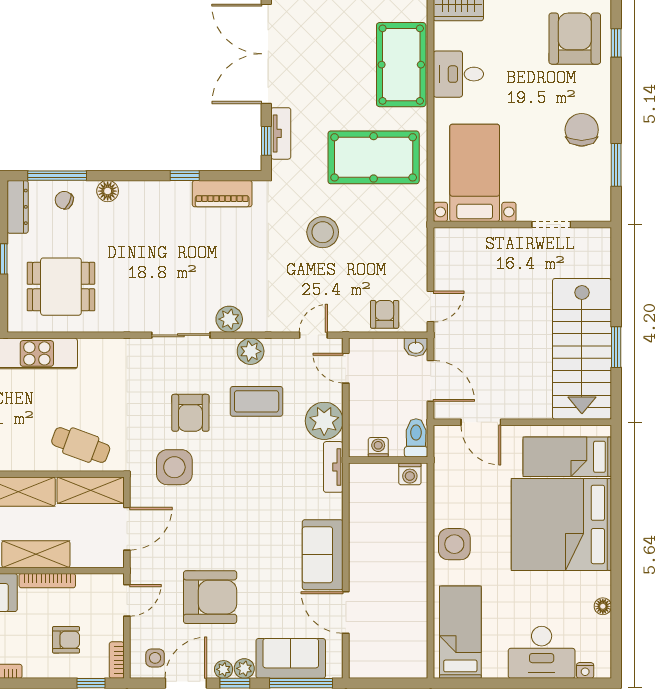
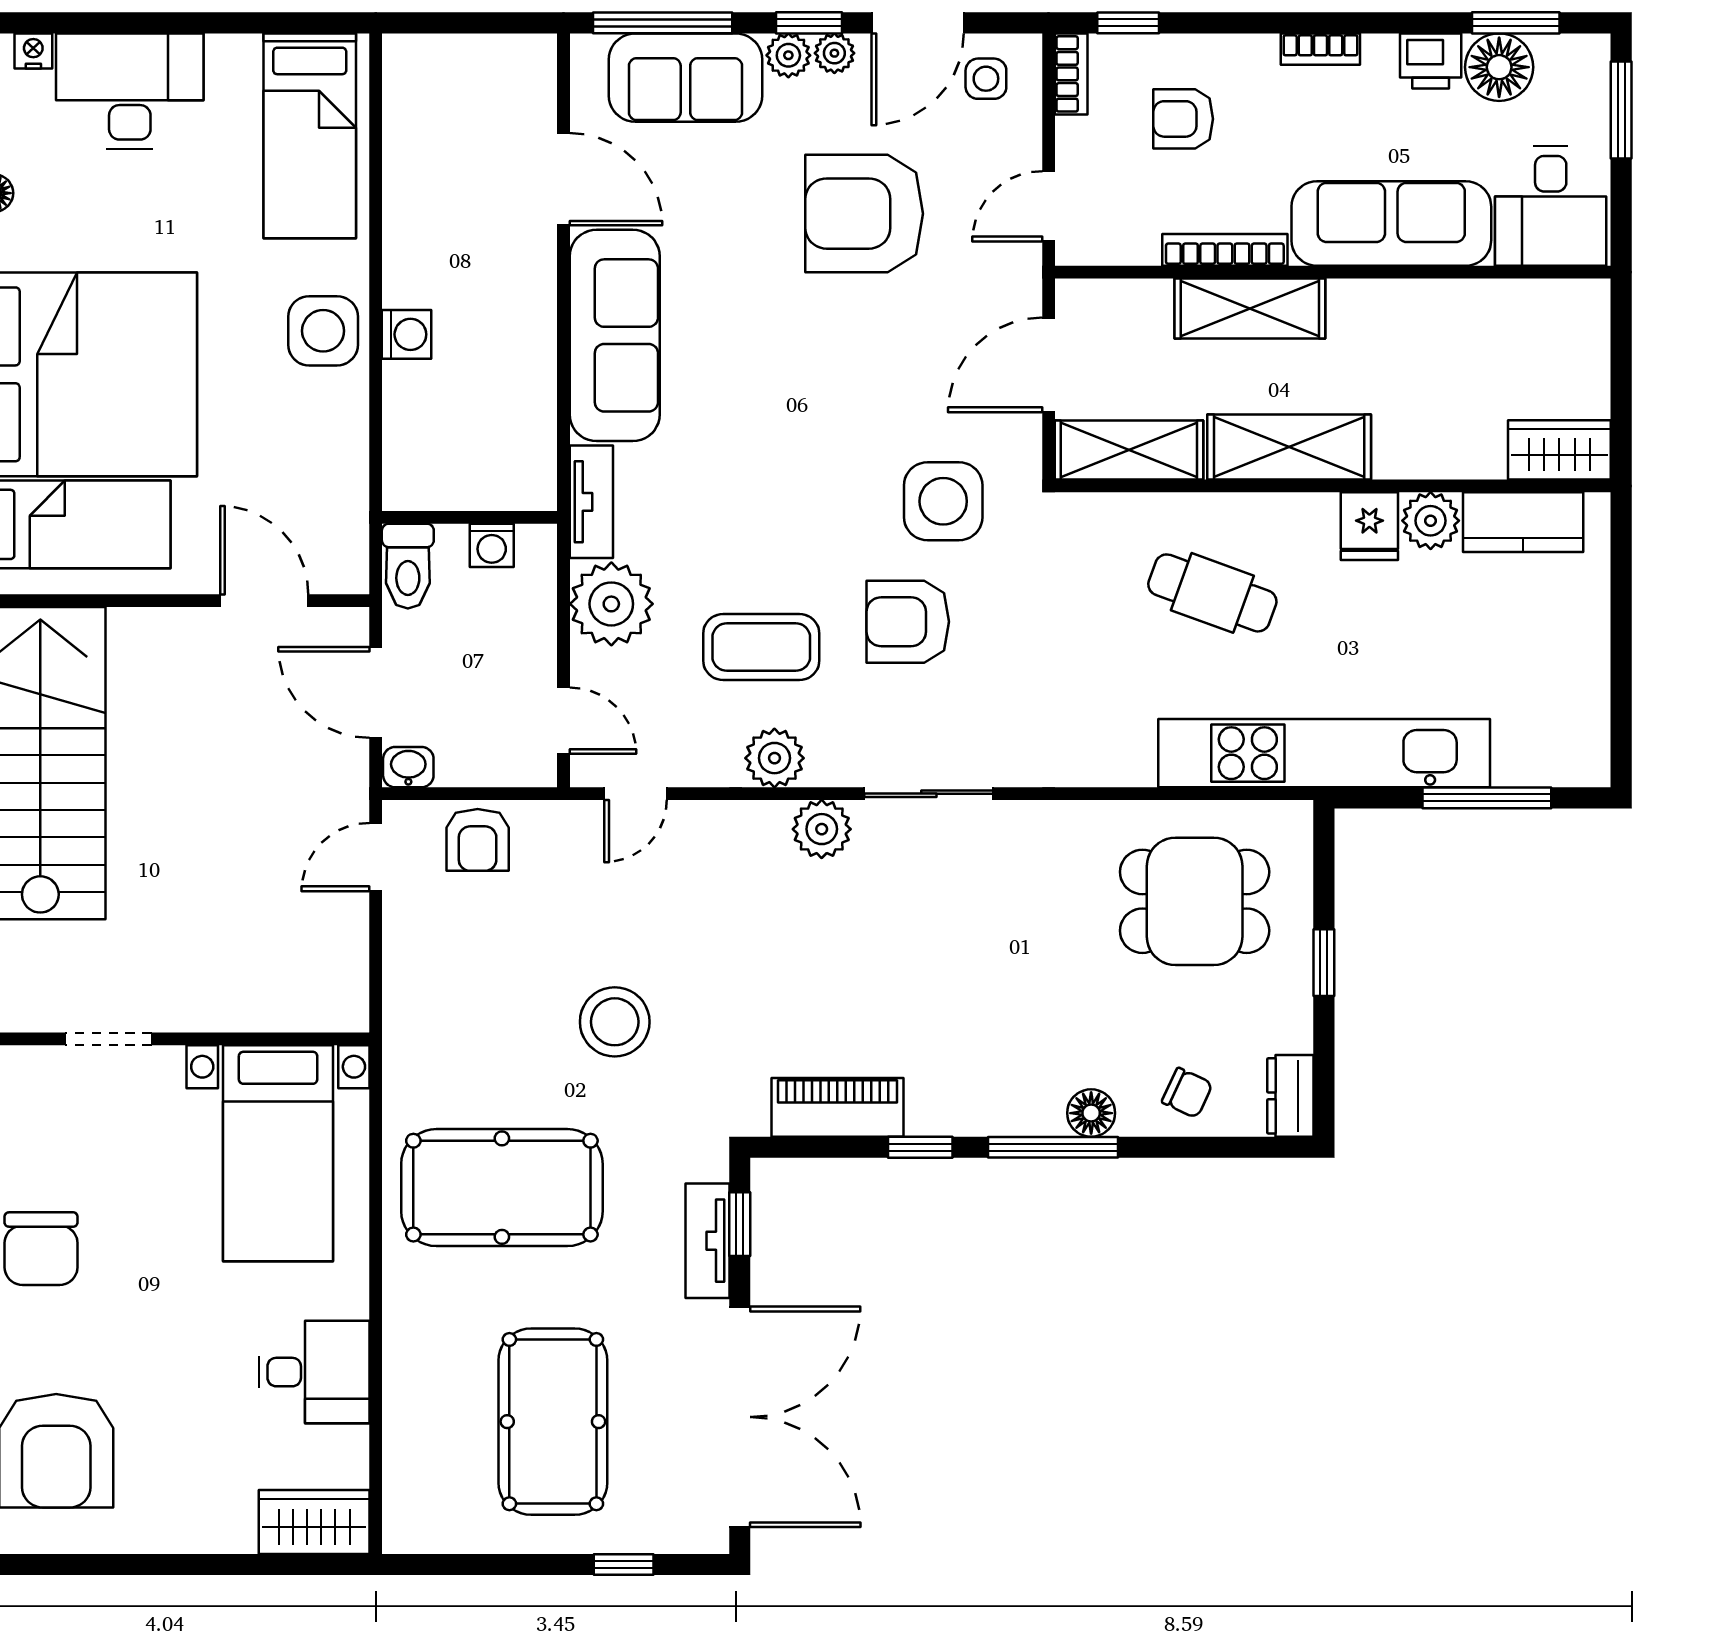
pool table: (401, 65) -> (553, 1422), moved
window: (57, 176) -> (1053, 1147), moved
dresser: (18, 207) -> (1290, 1096), width x0.70
armchair: (190, 413) -> (908, 622), turned -90
cafe table: (81, 445) -> (1212, 593), moved
washing machine: (410, 474) -> (407, 334), moved, turned 90
sofa: (323, 555) -> (615, 335), width x1.36

